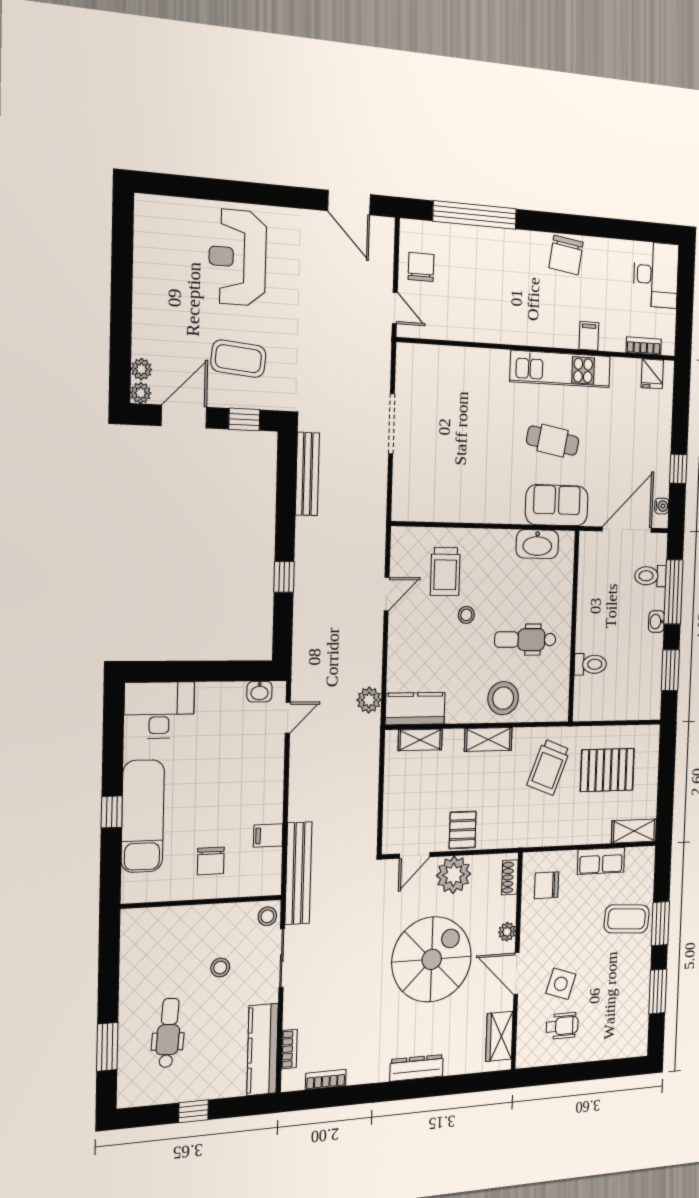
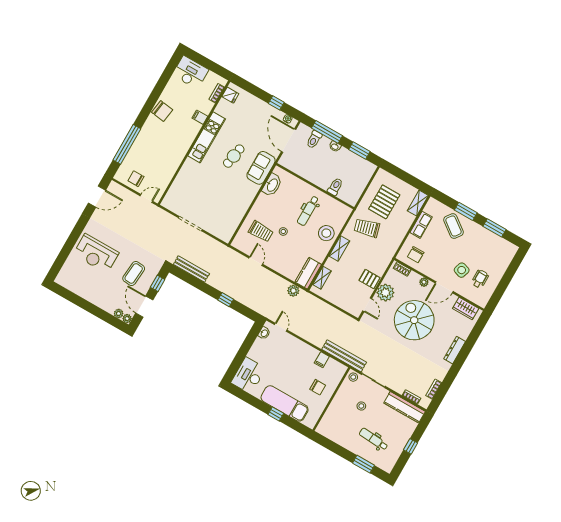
trolley: (549, 767) -> (367, 228), turned 144
coffee table: (627, 919) -> (453, 226), turned -57

